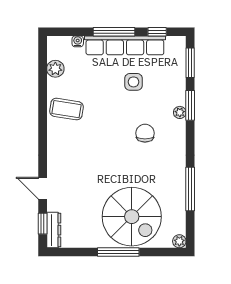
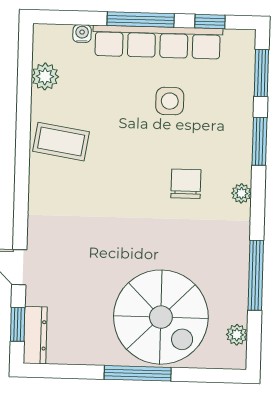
plant: (180, 112) -> (241, 193), moved
plant: (179, 241) -> (237, 335), moved

